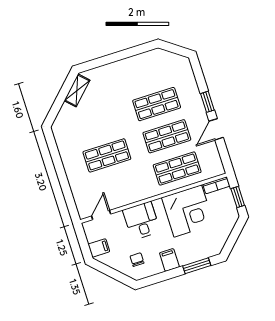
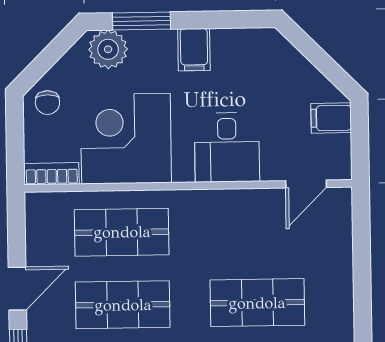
window: (238, 197) -> (15, 136), removed
plant: (208, 249) -> (108, 49), added
chair: (137, 260) -> (47, 103), moved

